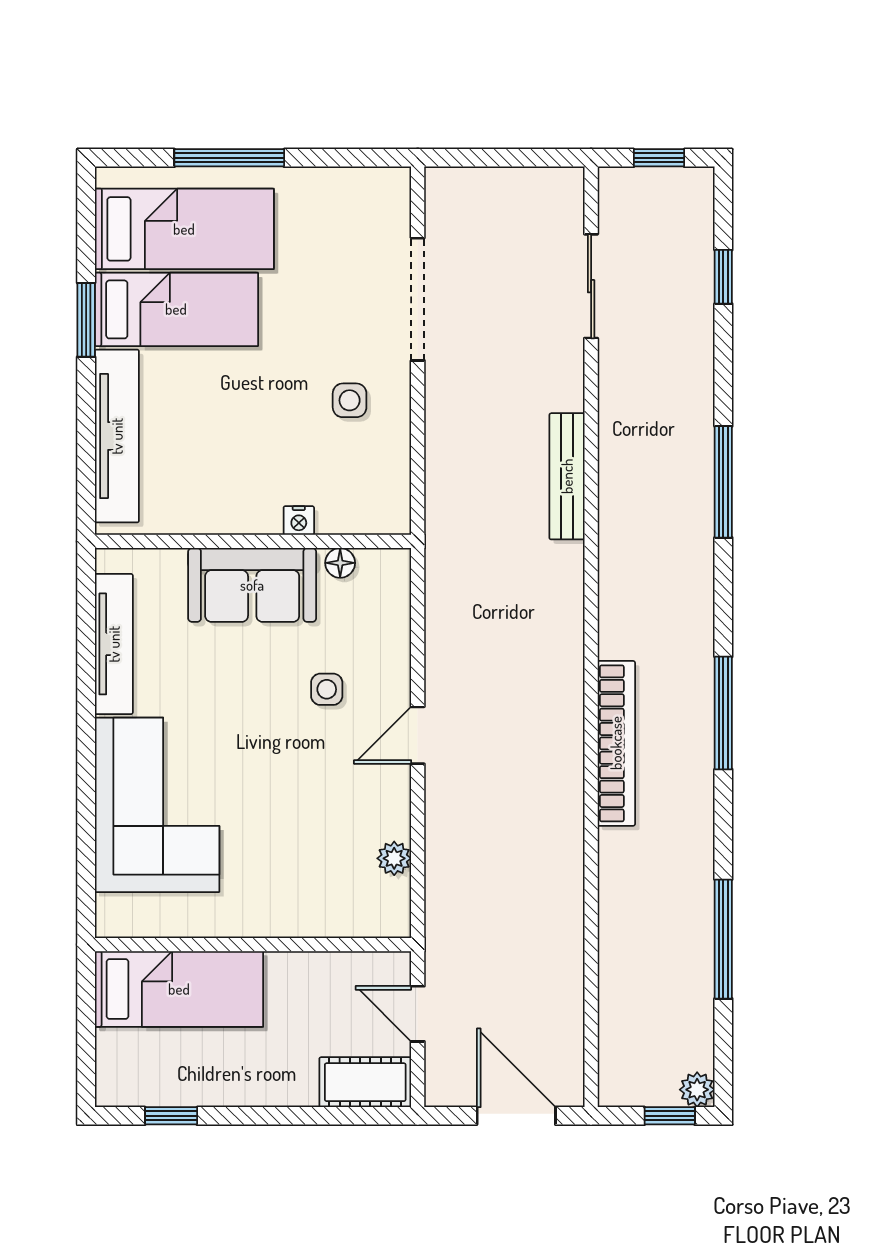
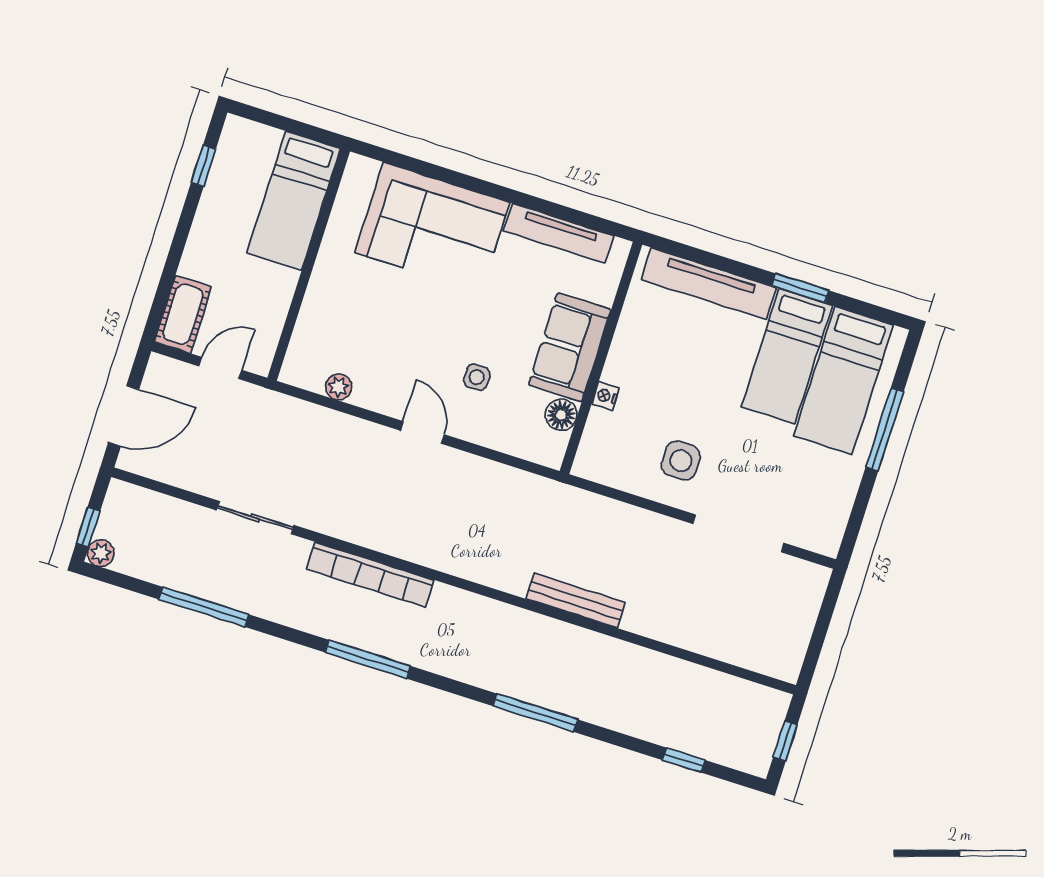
sliding door: (591, 286) -> (255, 518), moved
side table: (350, 400) -> (681, 461), width x1.37, depth x1.37
floor lamp: (340, 563) -> (561, 415), width x1.37, depth x1.37

